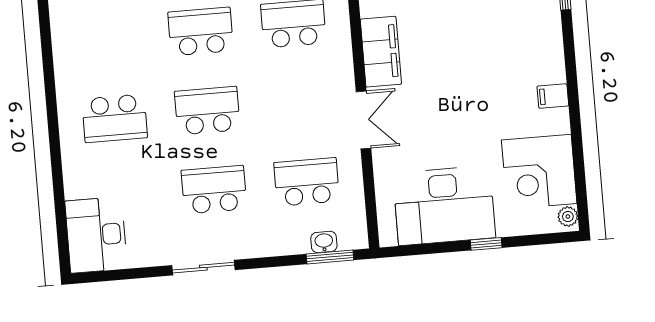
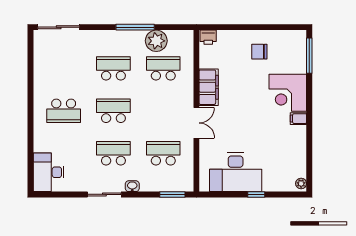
corner desk: (539, 172) -> (288, 93), moved
washbasin: (324, 242) -> (132, 186), moved

